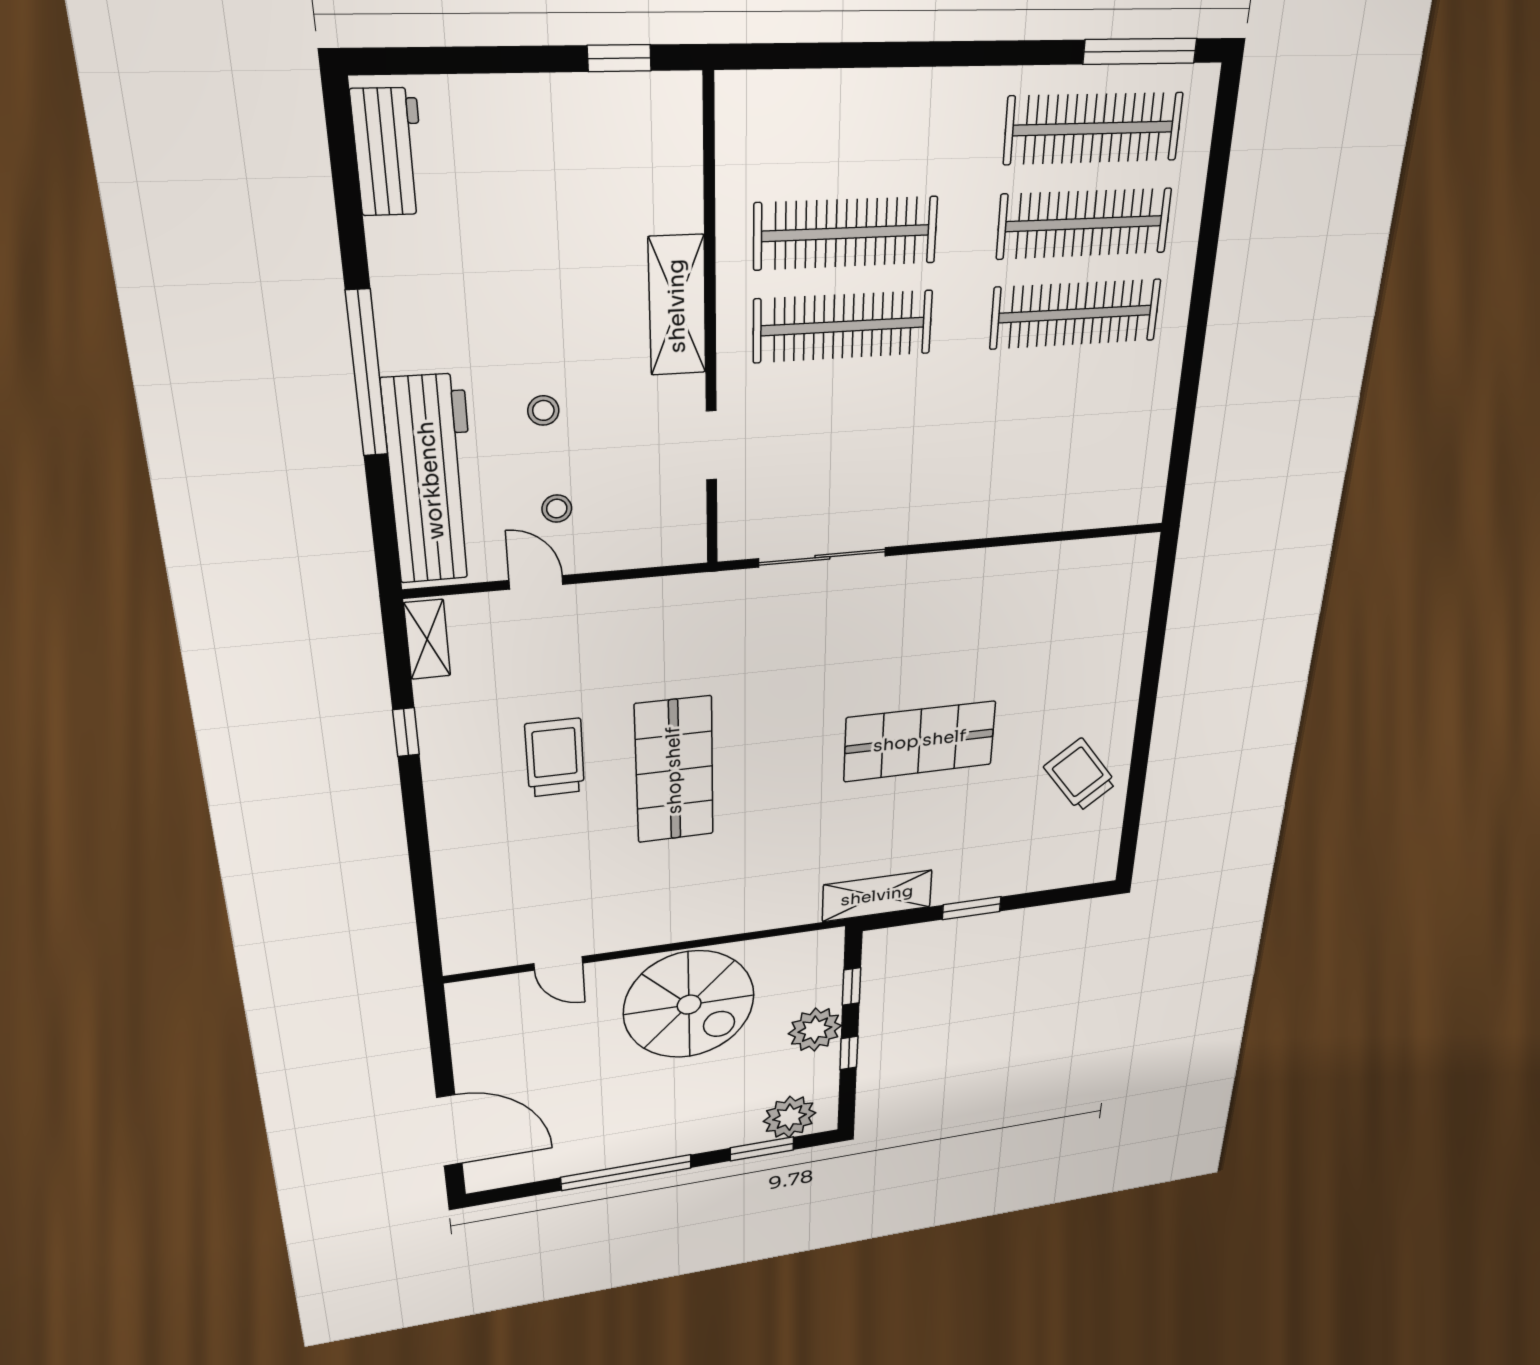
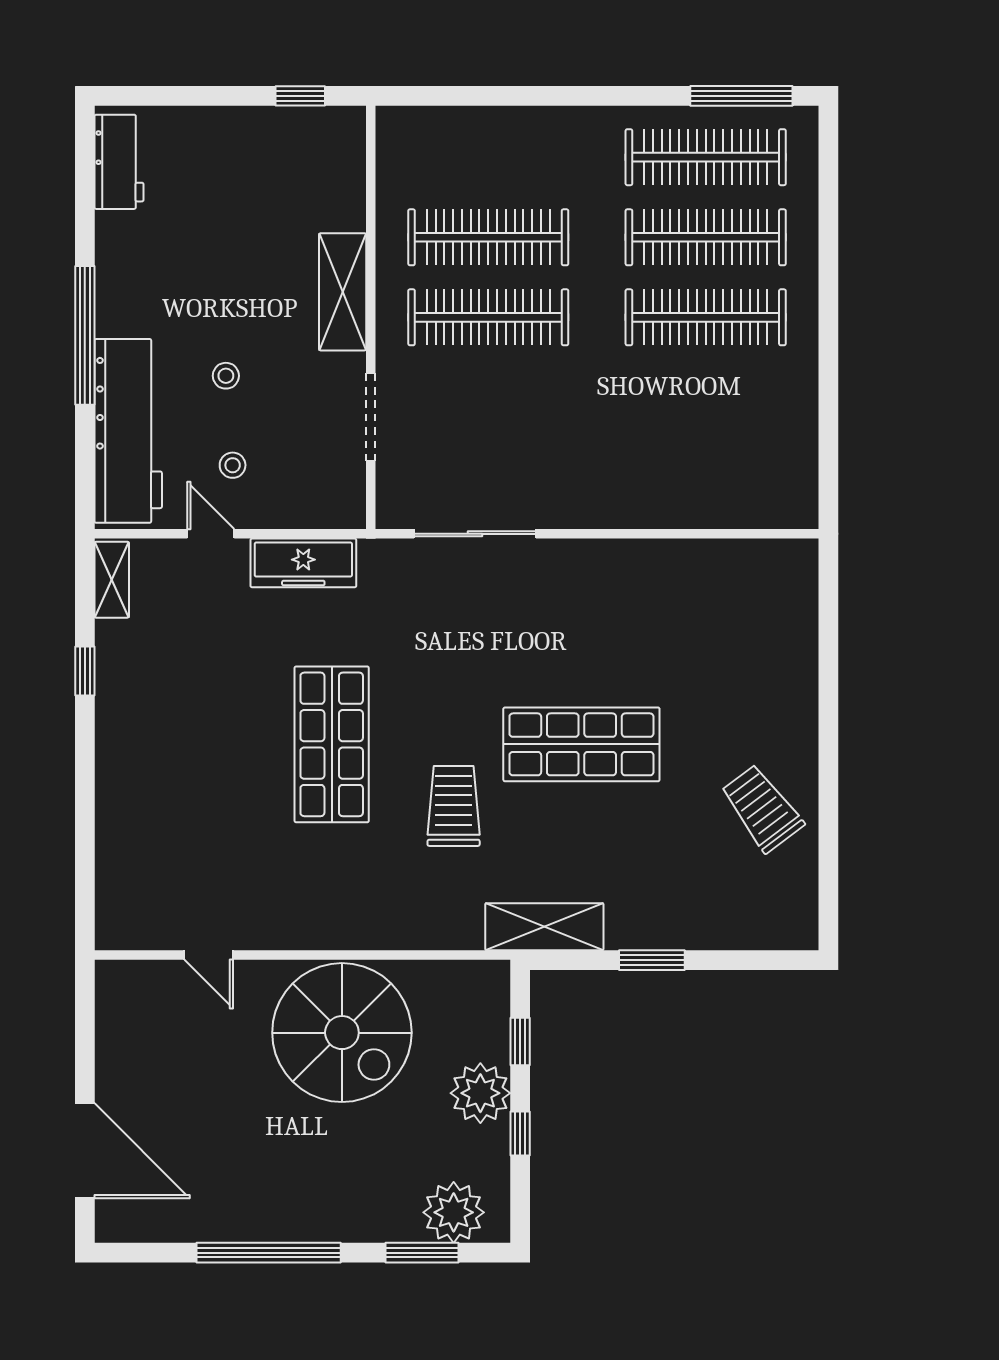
doorway: (711, 445) -> (371, 417), width x1.38
freezer: (640, 603) -> (303, 563), added
trolley: (555, 758) -> (454, 806), moved

